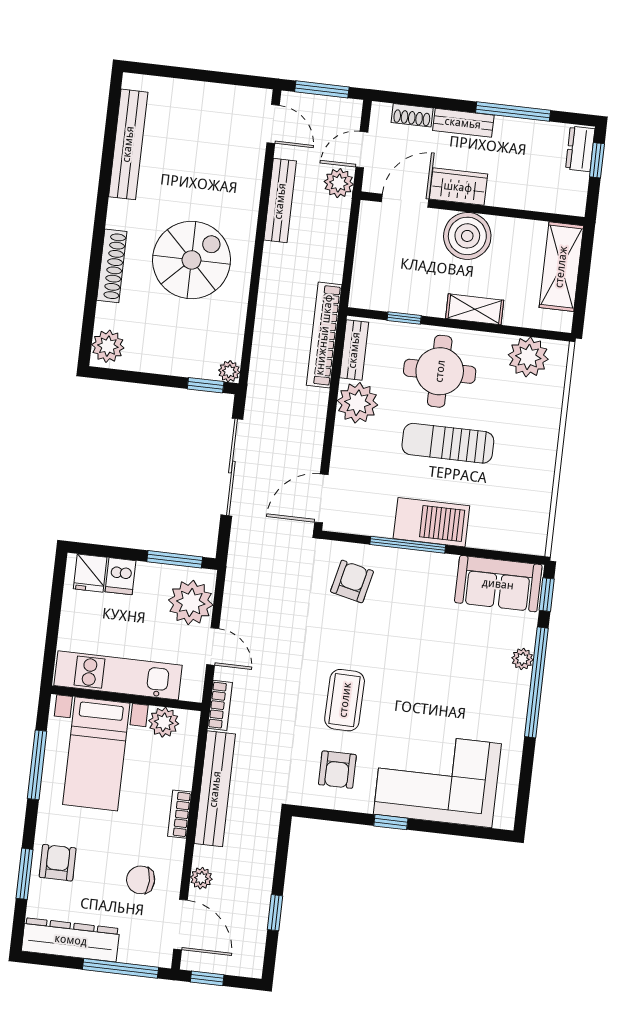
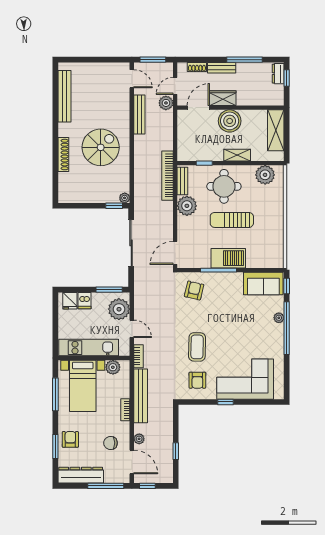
plant: (108, 346) -> (66, 193), removed

